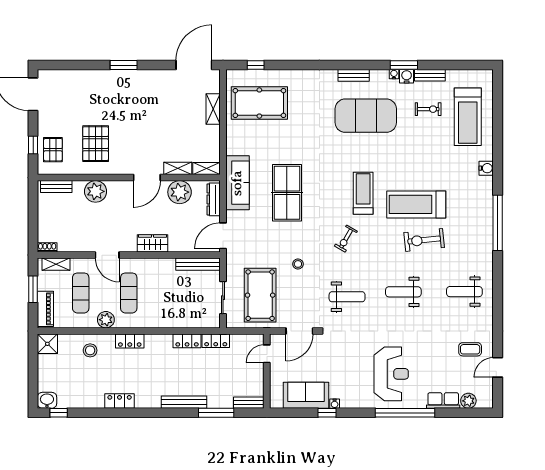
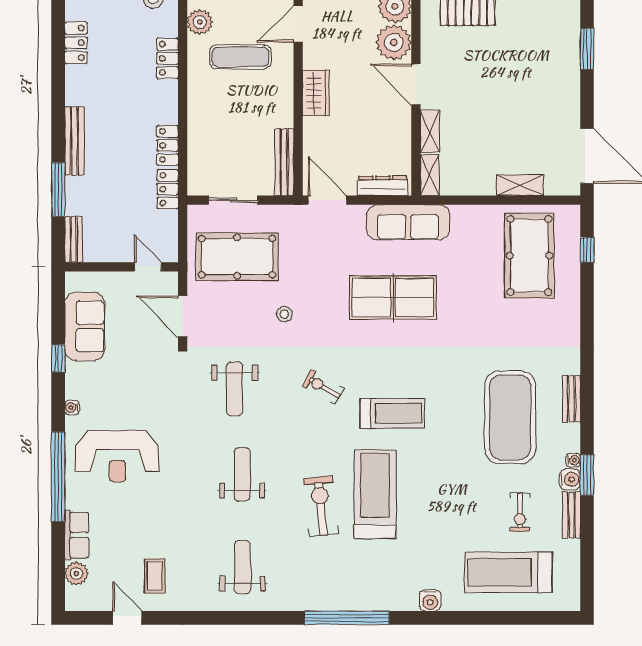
plant: (180, 192) -> (394, 42), moved
water cooler: (335, 404) -> (72, 407), moved

